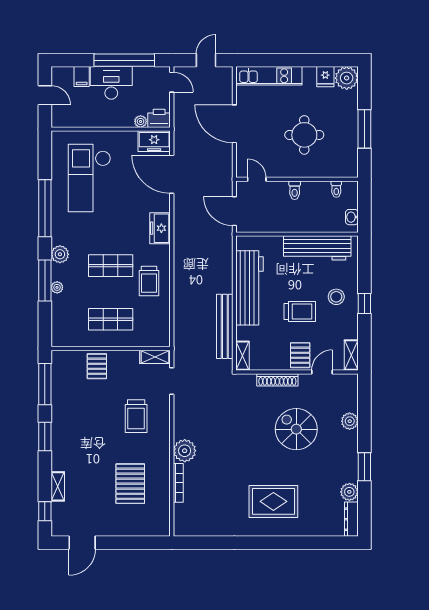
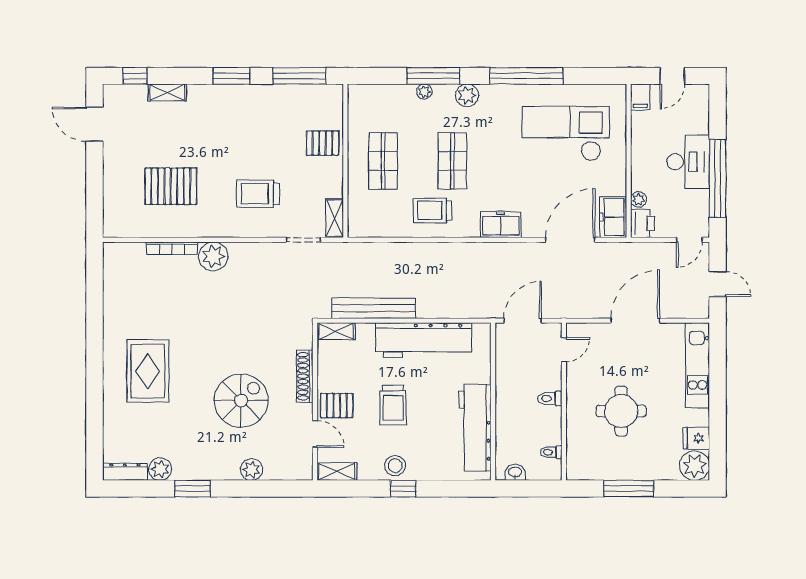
filing cabinet: (82, 76) -> (640, 97), moved, turned -90
stool: (336, 297) -> (395, 466), moved

